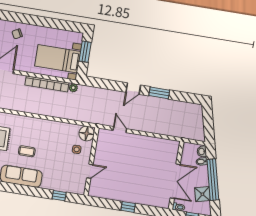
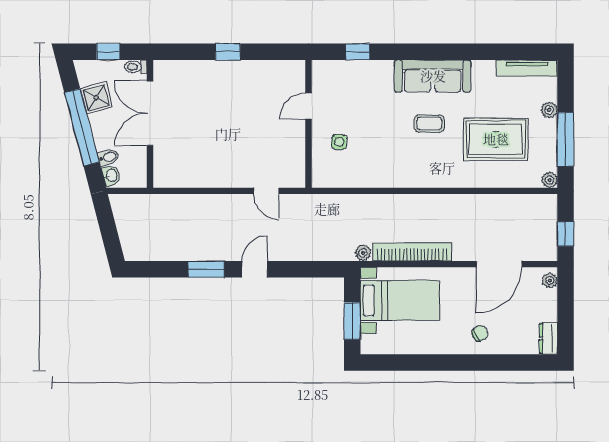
floor lamp: (87, 133) -> (326, 174), removed

